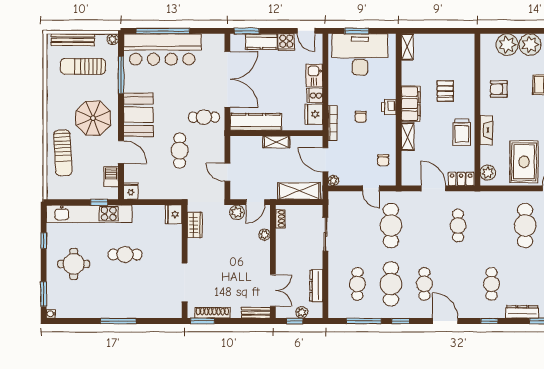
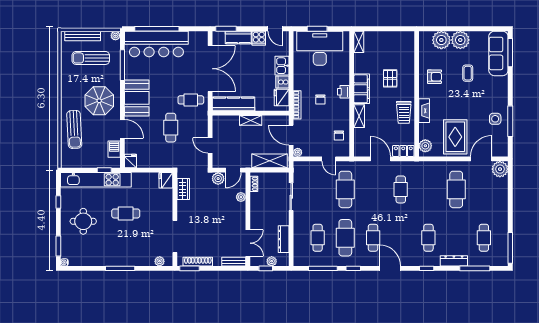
armchair: (499, 89) -> (434, 77), turned 180
plant: (166, 312) -> (160, 261), added

